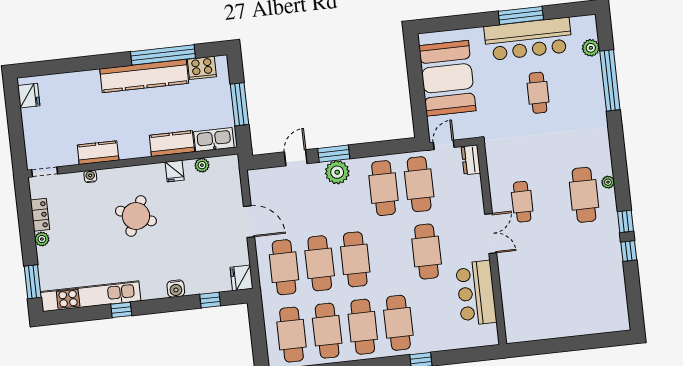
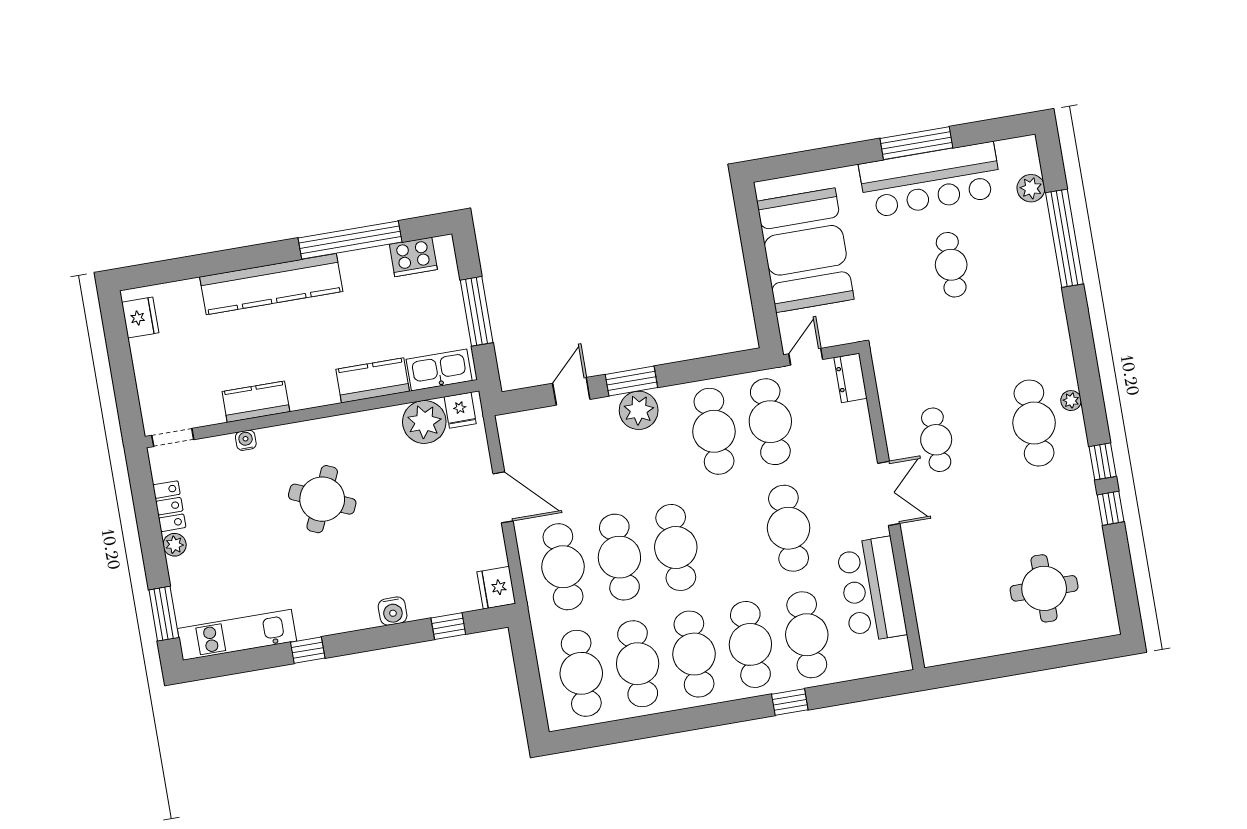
kitchen counter: (144, 76) -> (271, 284), moved
plant: (202, 165) -> (424, 422), width x1.87, depth x1.87
fridge: (175, 171) -> (460, 410), moved
kitchen unit: (91, 296) -> (237, 635), width x0.73
round table: (584, 299) -> (1044, 588), added
cafe table: (434, 319) -> (807, 635), added

